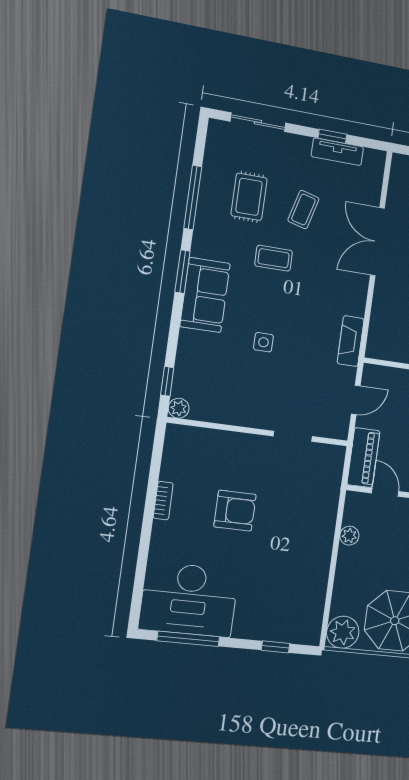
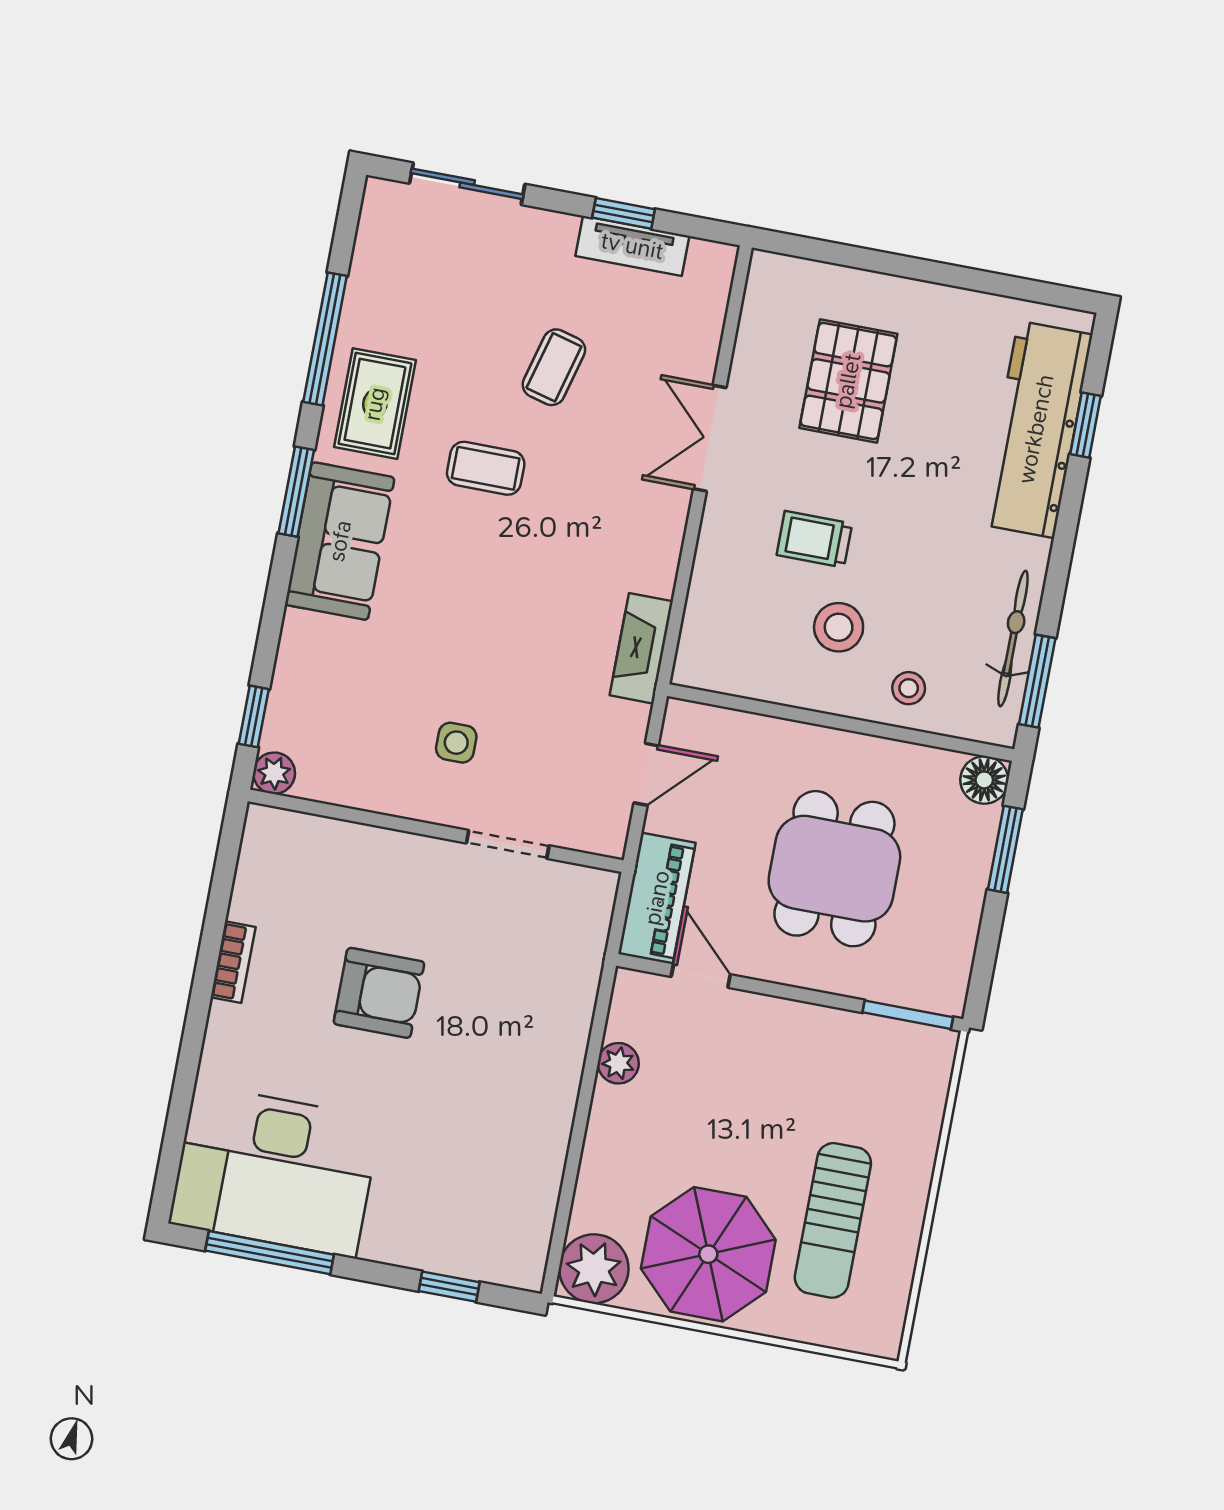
rug: (249, 197) -> (375, 404), moved
double door: (377, 242) -> (710, 438), width x0.73
side table: (263, 342) -> (456, 743), moved

